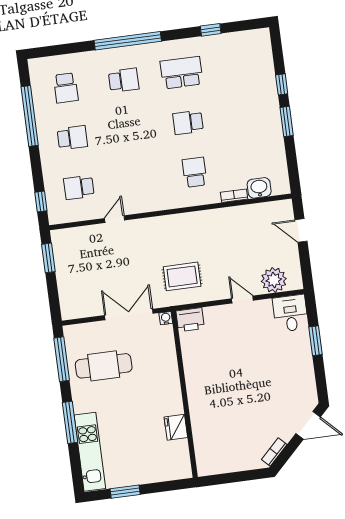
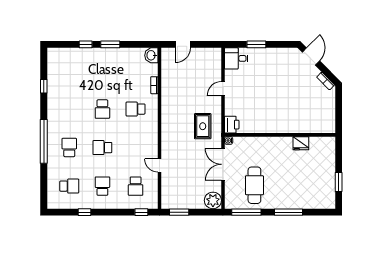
school desk: (181, 73) -> (102, 148), moved, width x0.54
window: (30, 116) -> (84, 212), width x0.32
washbasin: (259, 188) -> (151, 55), moved
plant: (274, 280) -> (213, 200), moved
kitchen unit: (90, 452) -> (309, 202), removed

